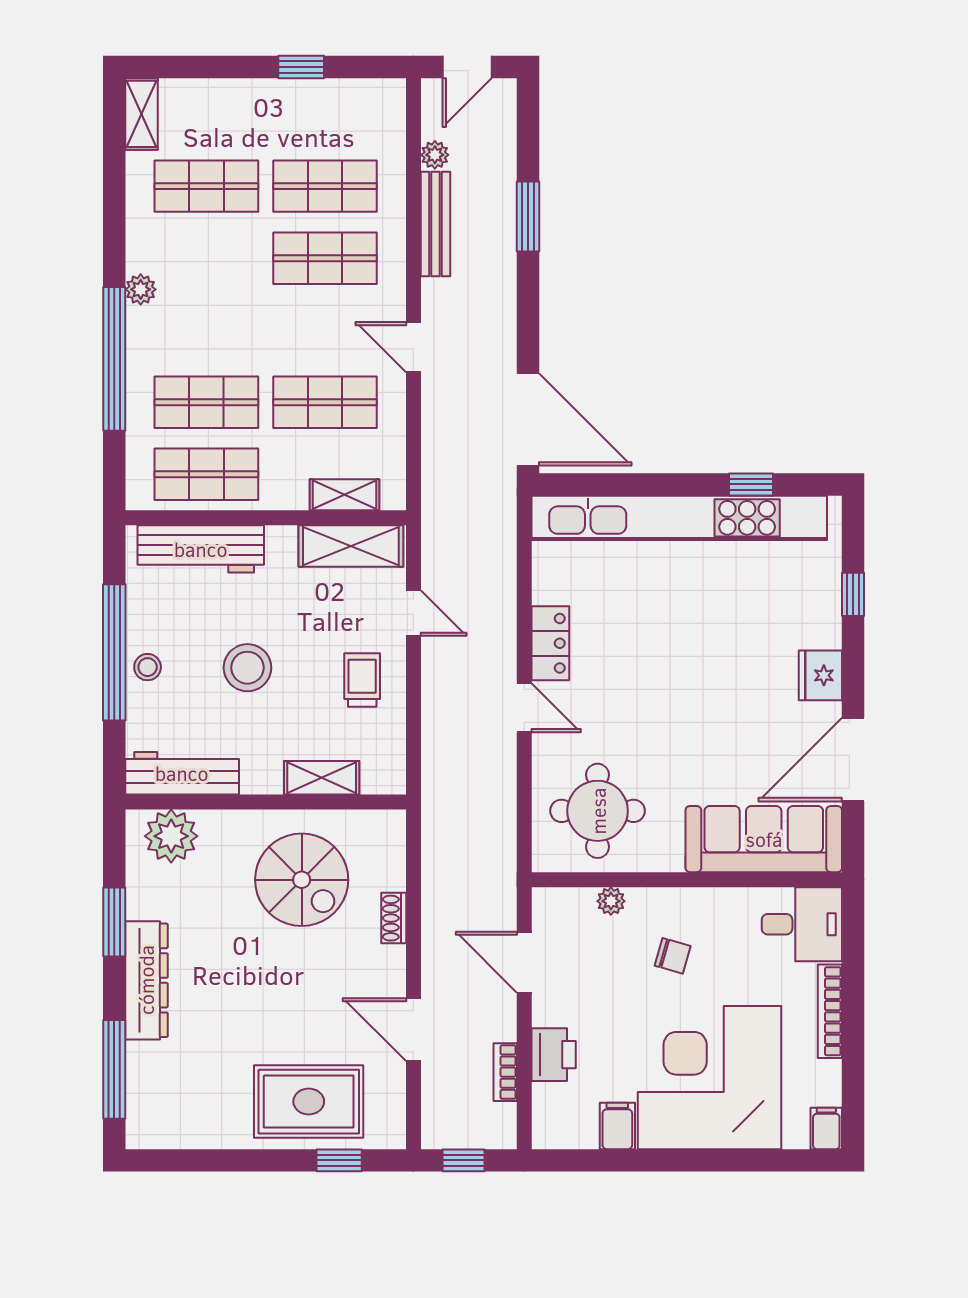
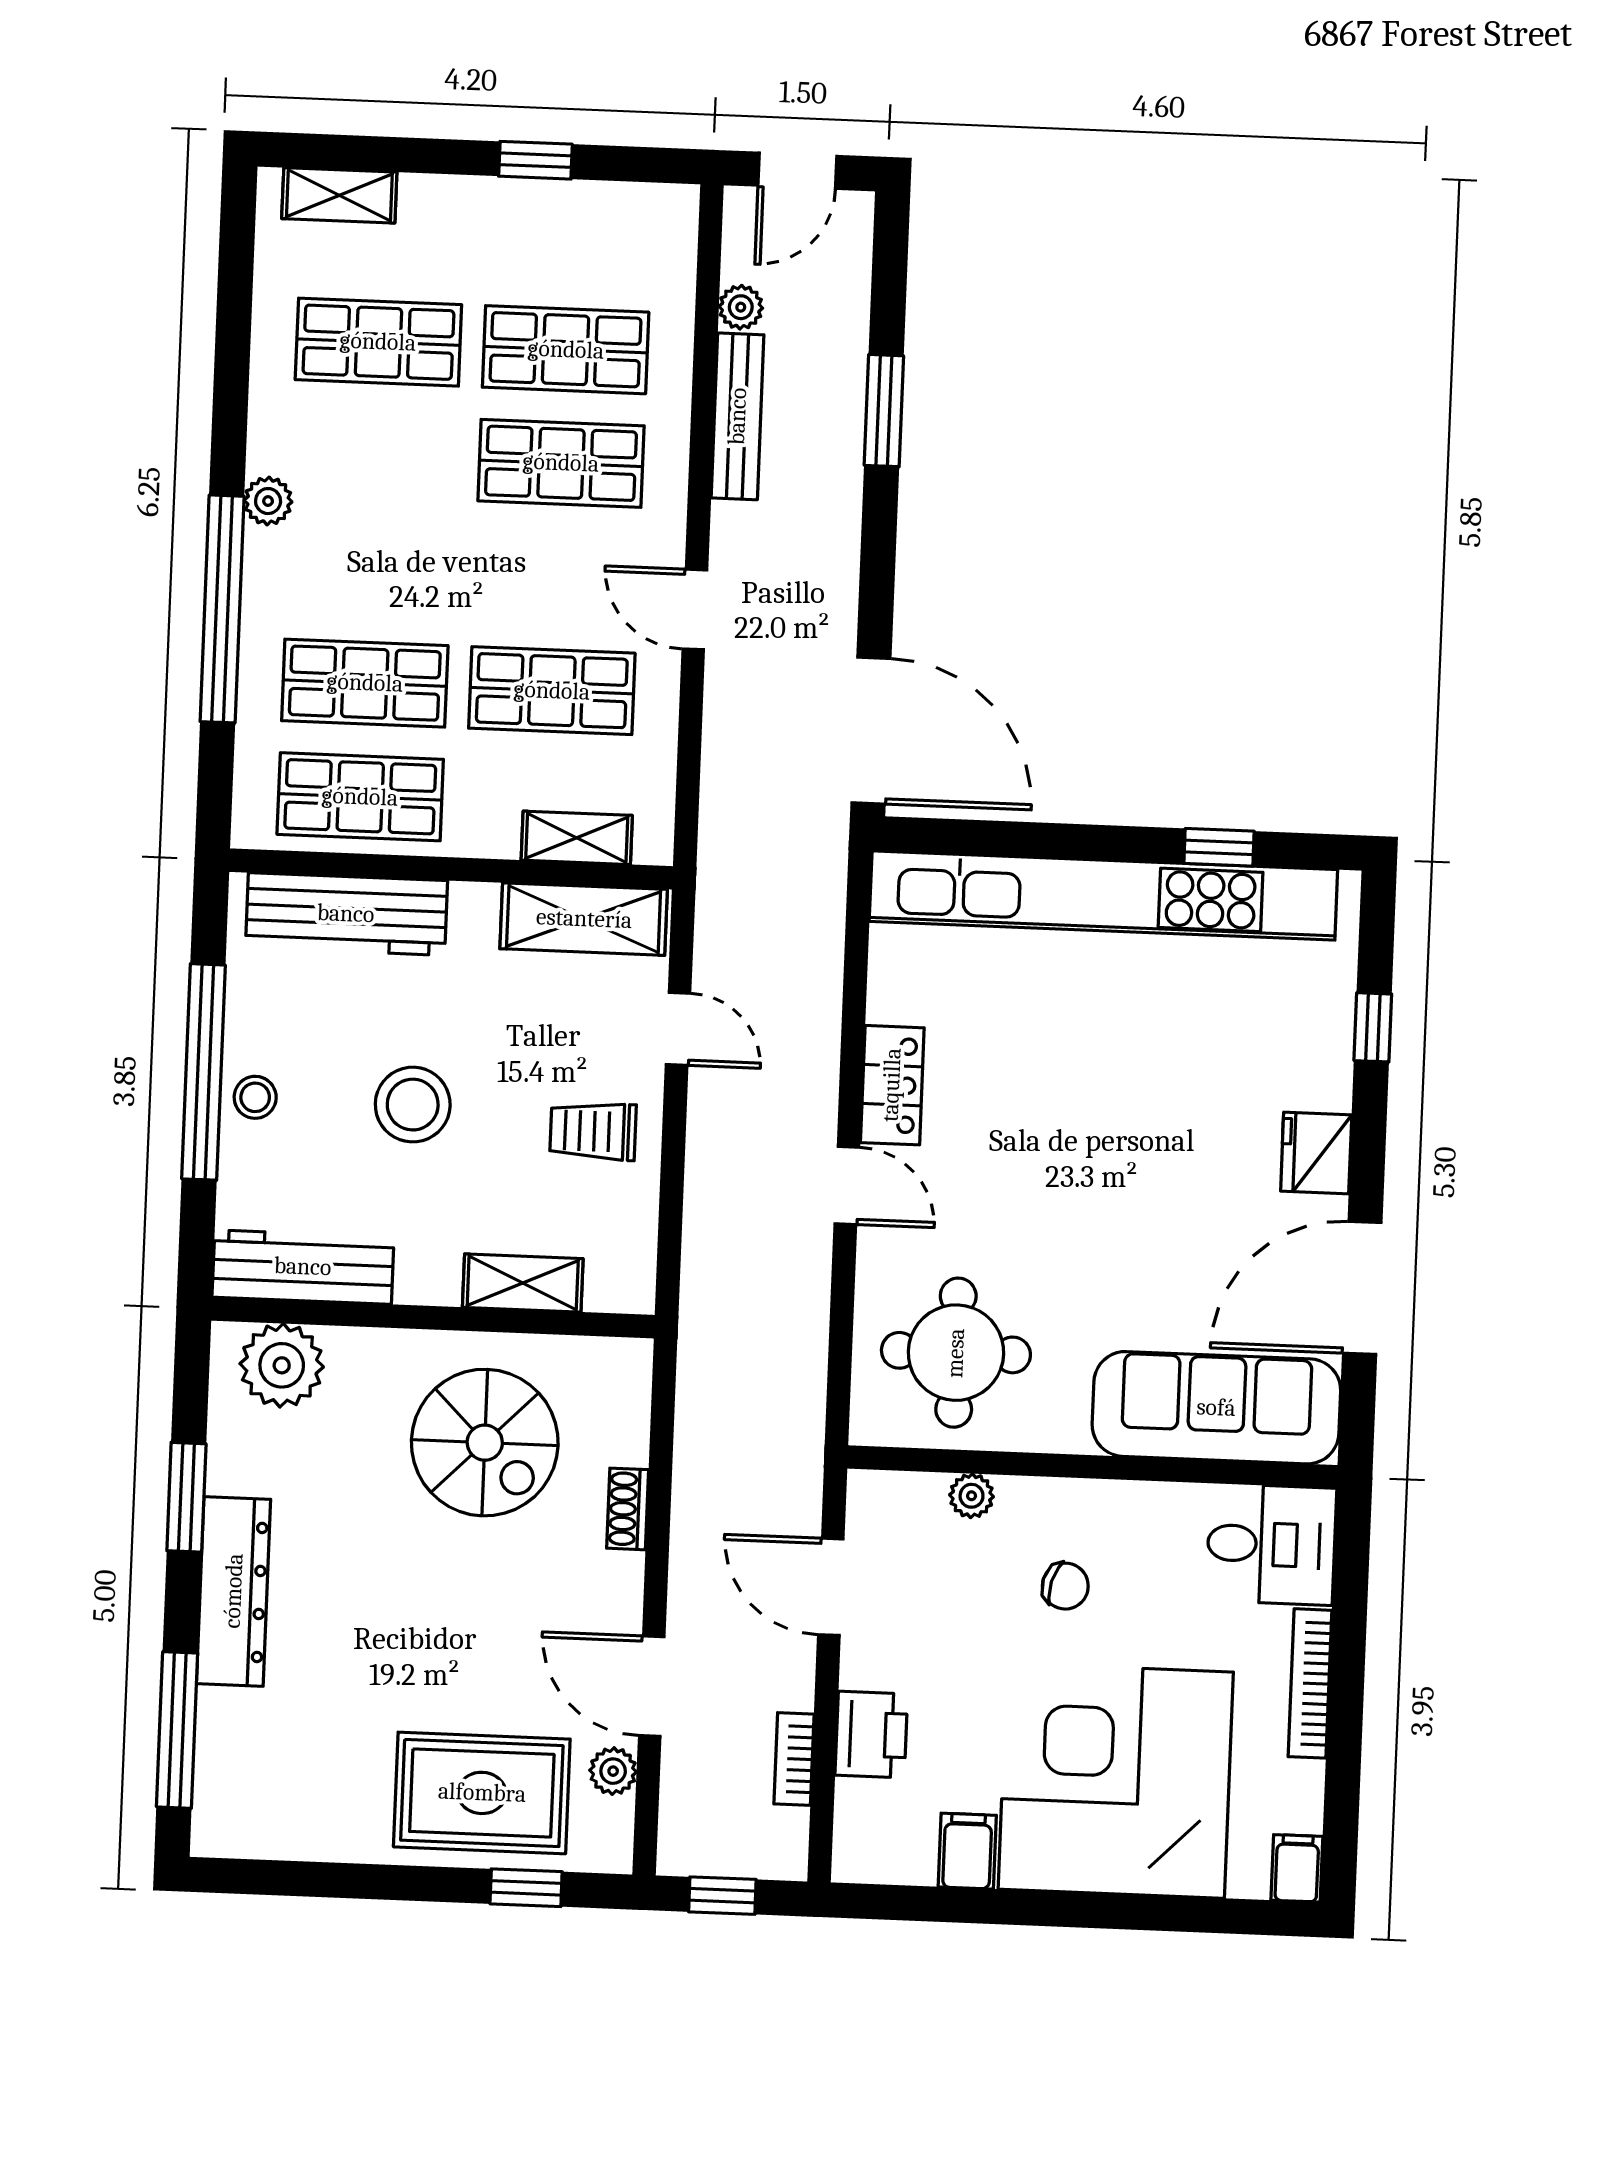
shelving: (141, 114) -> (339, 195), moved, turned 90
trolley: (362, 680) -> (593, 1131), turned -90
plant: (391, 1084) -> (613, 1771), added

